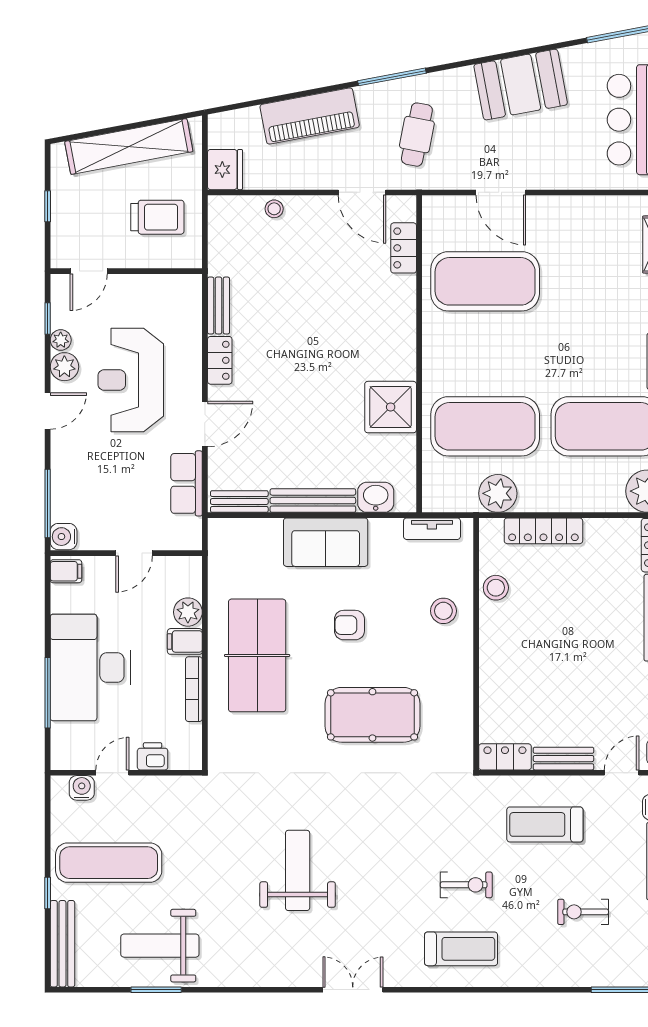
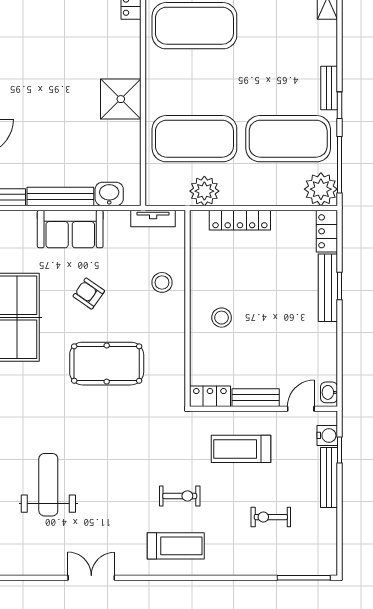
shower: (391, 407) -> (121, 99), moved
stool: (496, 588) -> (222, 318), moved
armchair: (349, 625) -> (89, 294), turned 35

